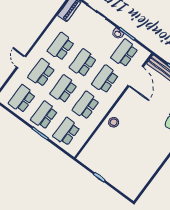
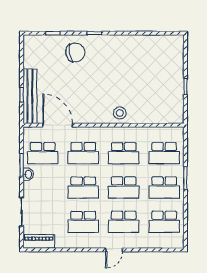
door: (21, 62) -> (114, 250), moved
door: (135, 76) -> (58, 125), hinge flipped

